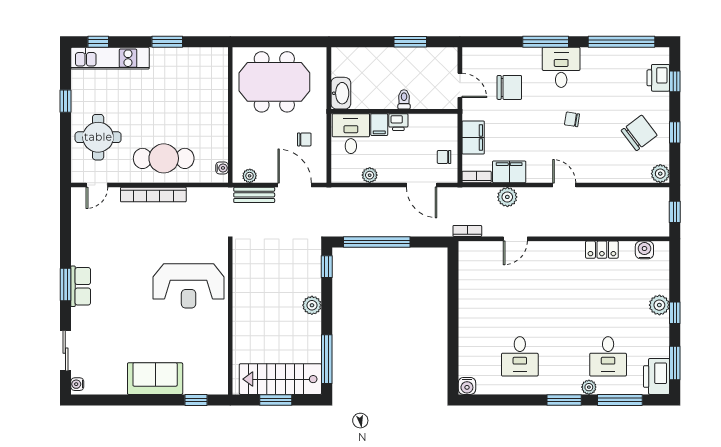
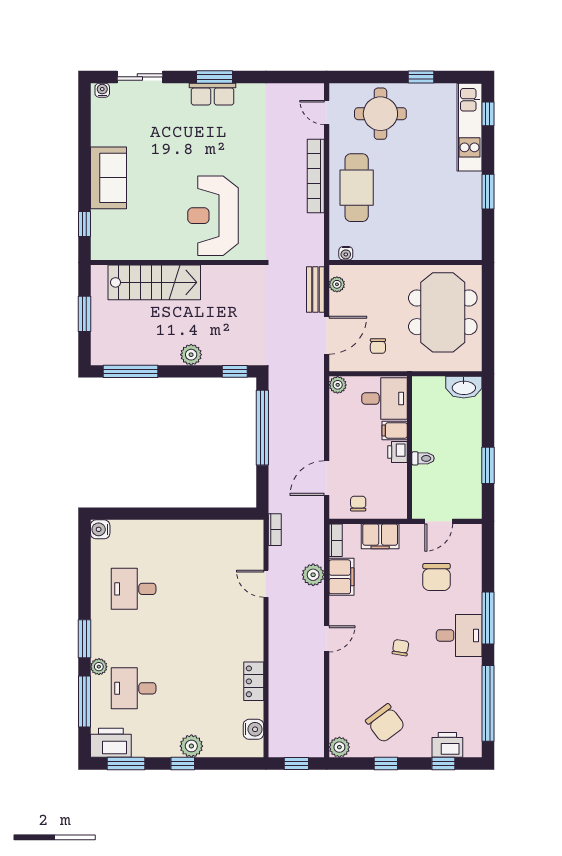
washbasin: (341, 93) -> (464, 387), moved
plant: (370, 175) -> (338, 385), moved
stairs: (280, 379) -> (154, 282), moved, turned 90

